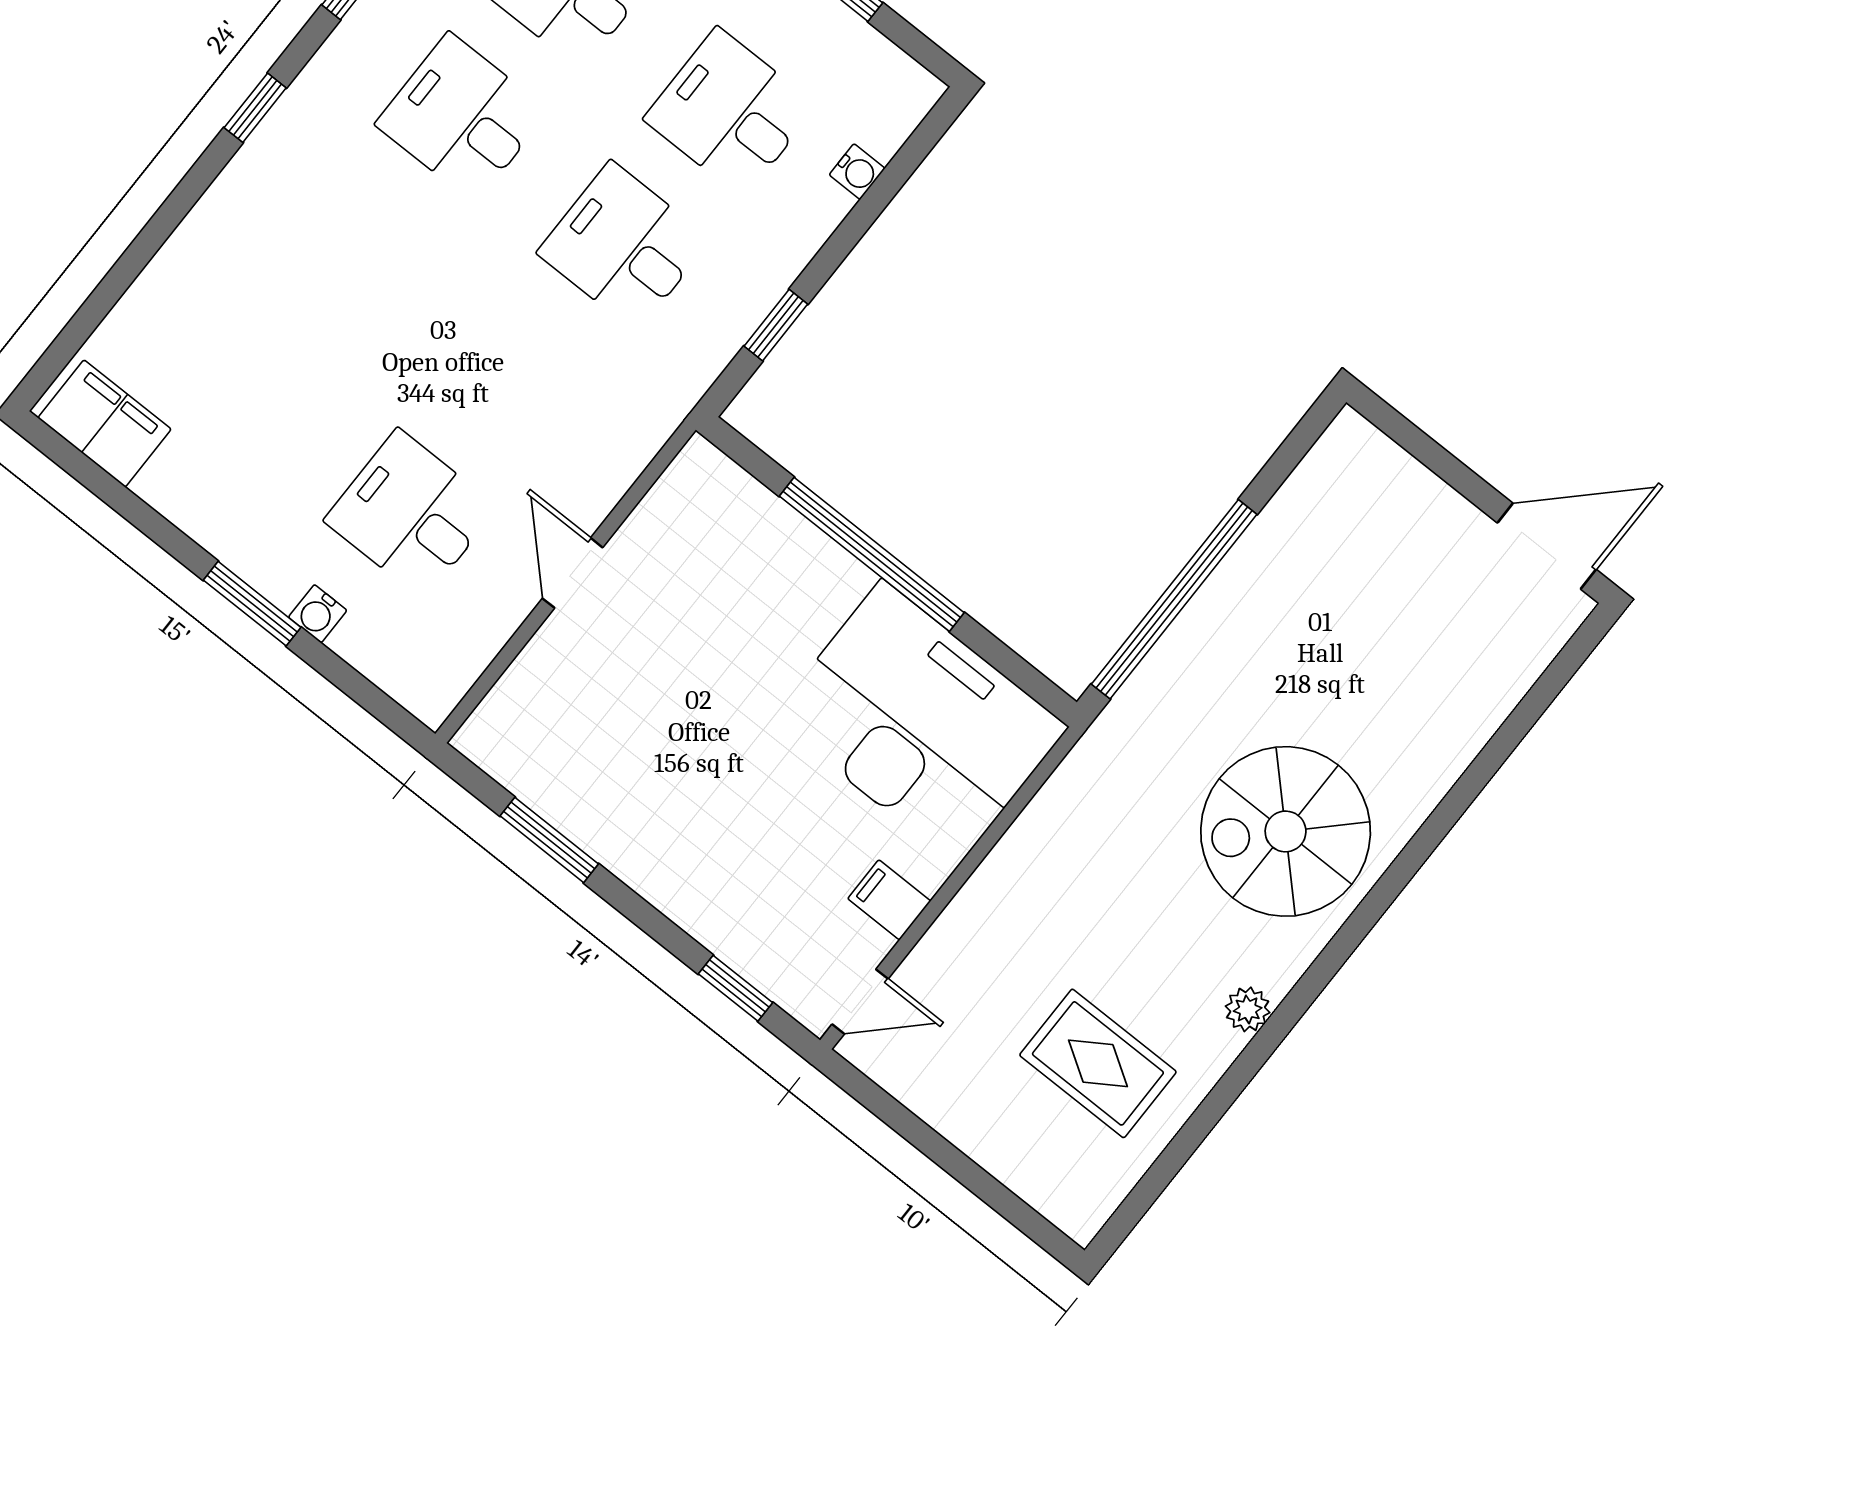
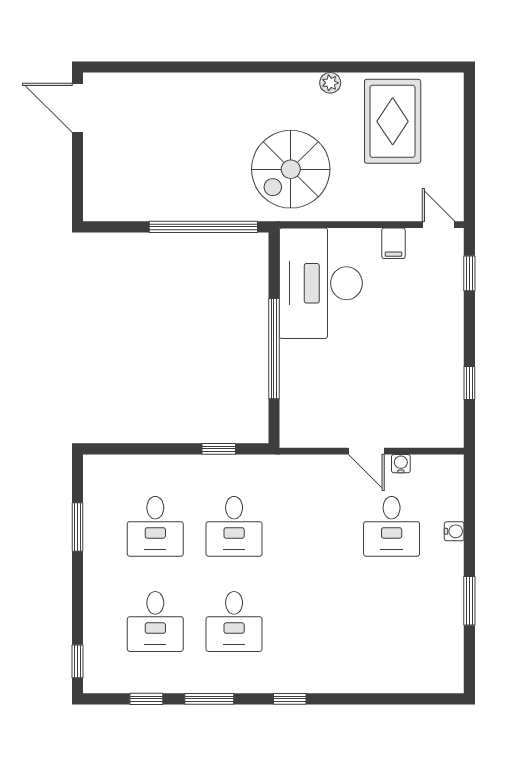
water cooler: (857, 172) -> (401, 464), moved
filing cabinet: (105, 424) -> (447, 663), removed
door: (573, 573) -> (366, 451), hinge flipped
window: (252, 604) -> (469, 601), moved
spiral stairs: (1286, 831) -> (291, 169), moved, turned 90
window: (549, 840) -> (469, 383), width x0.67
rug: (1098, 1063) -> (393, 121), width x1.36, depth x1.43

